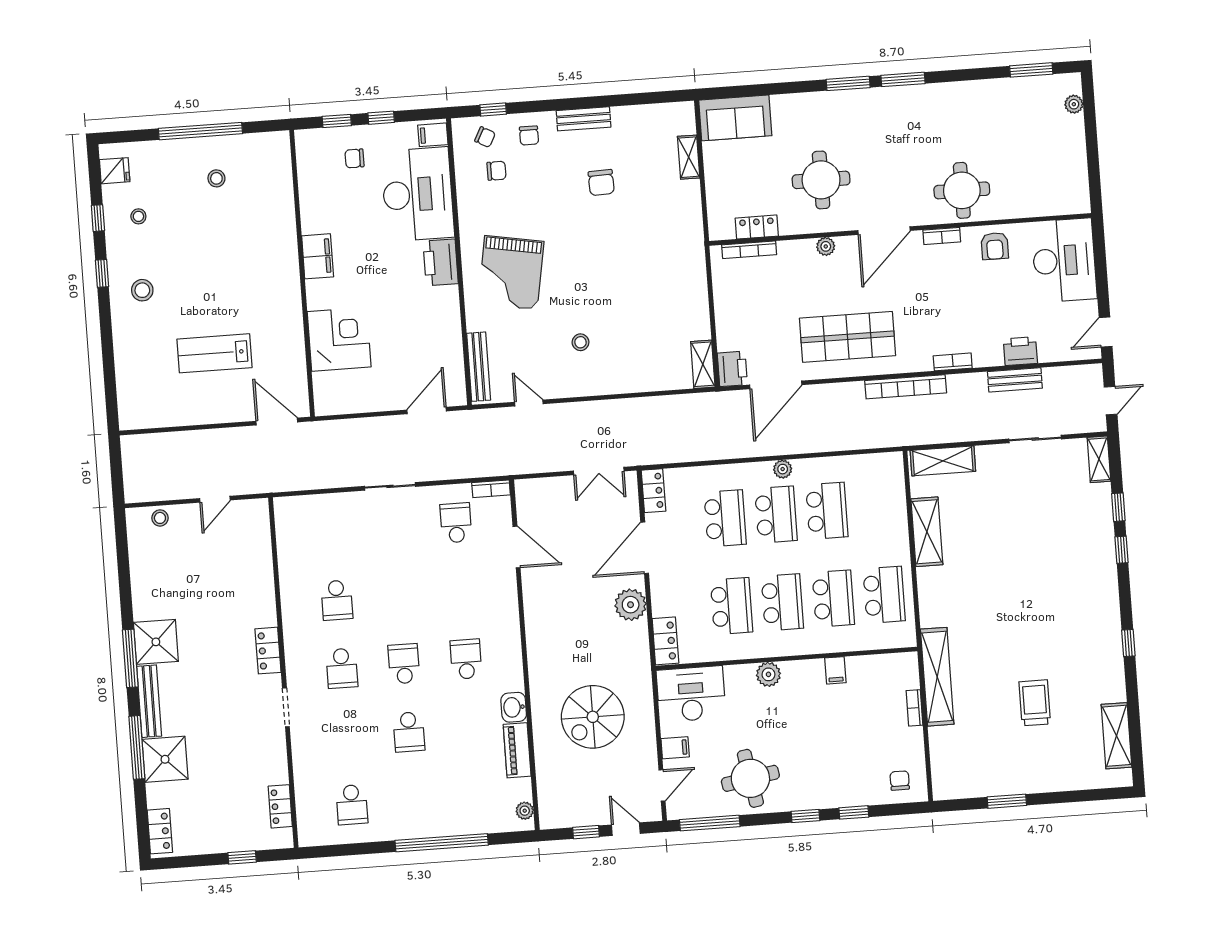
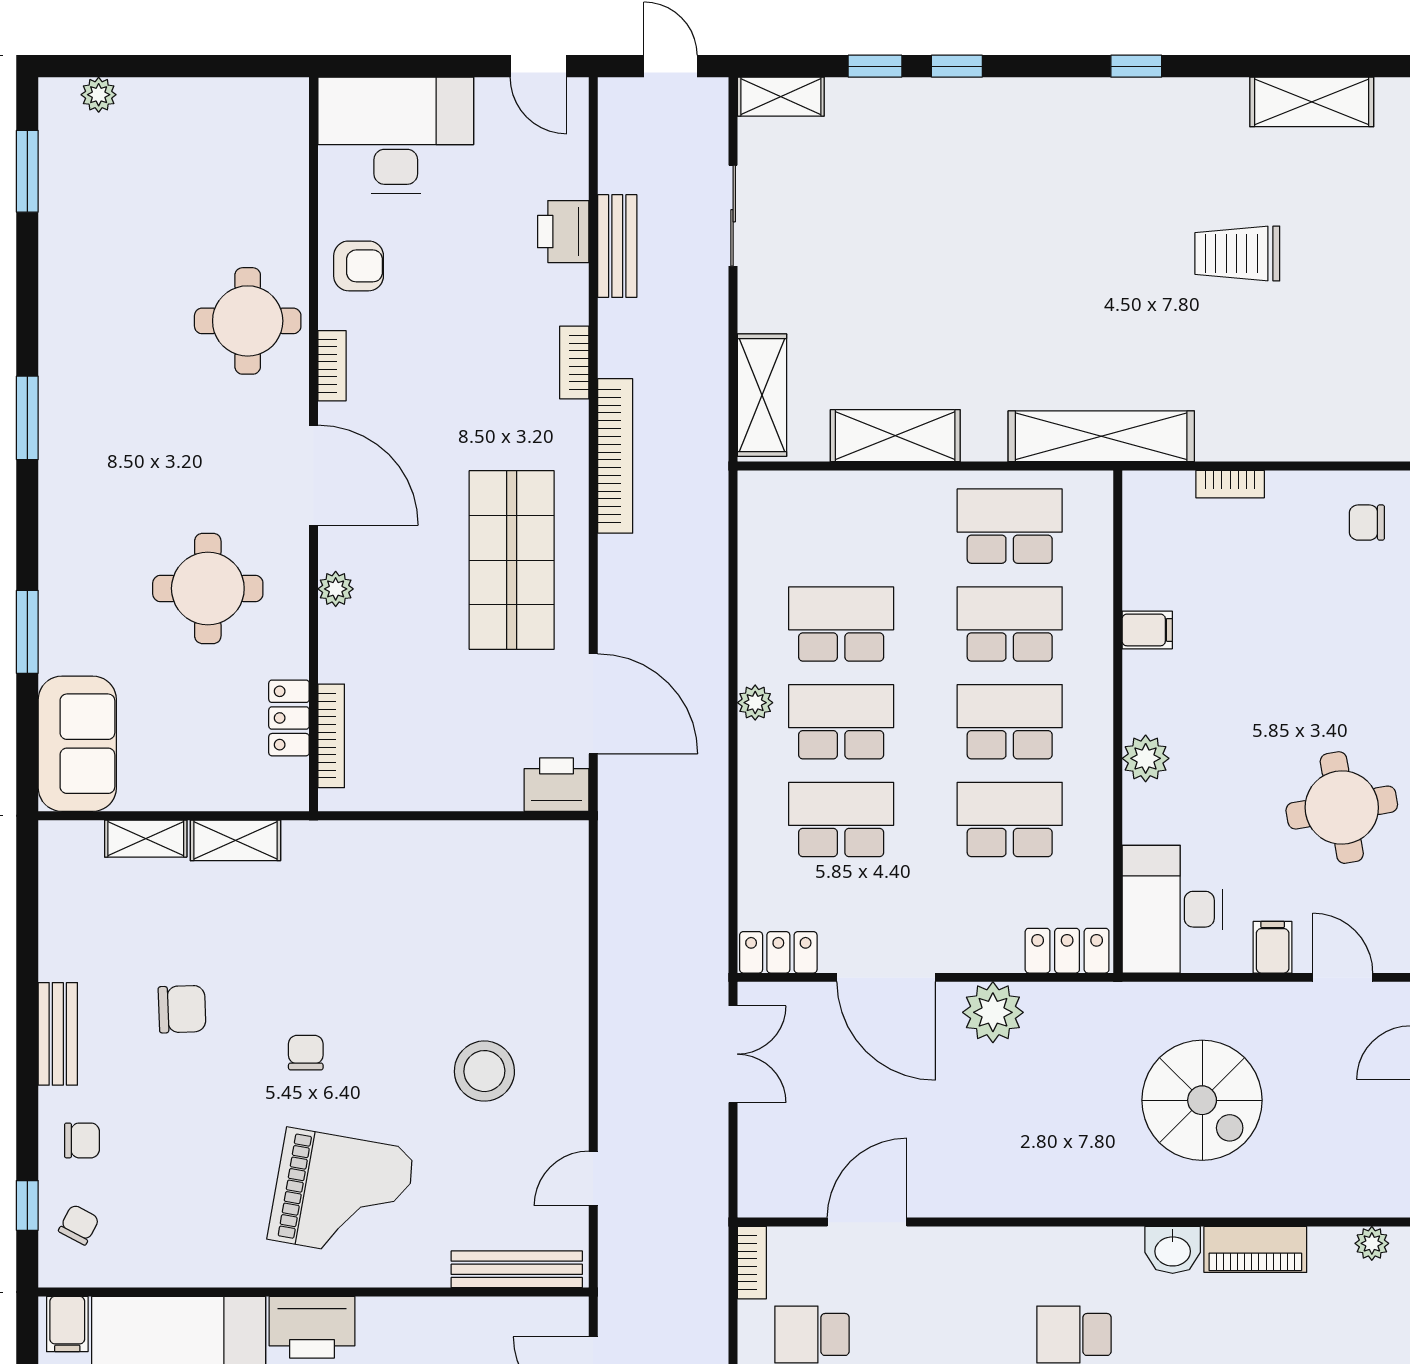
window: (848, 83) -> (27, 632), moved
chair: (496, 171) -> (306, 1053), moved
stool: (581, 342) -> (484, 1071), width x1.89, depth x1.89
shelving: (703, 364) -> (235, 840), moved
shelving: (937, 677) -> (1101, 436), moved

